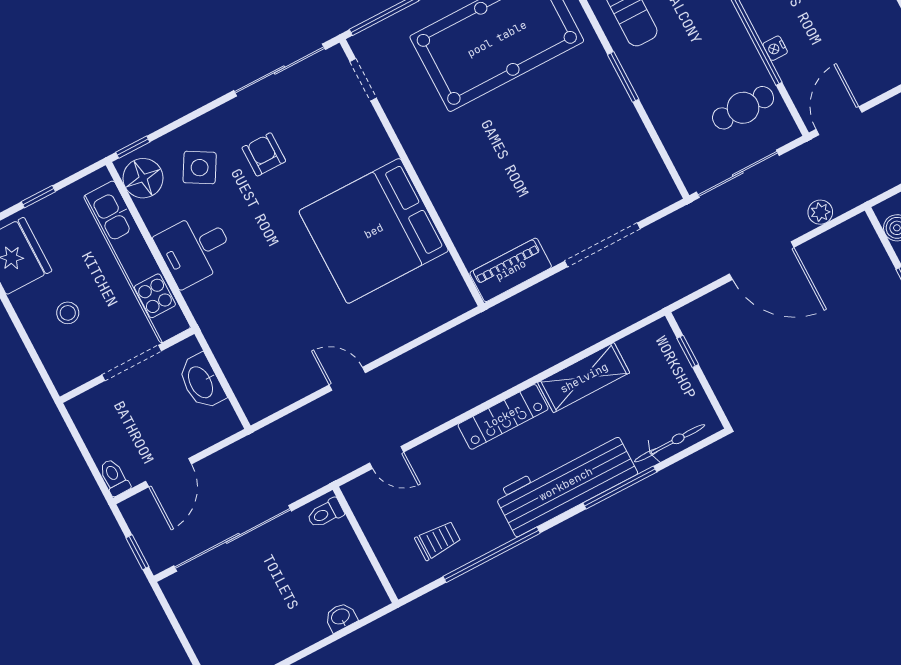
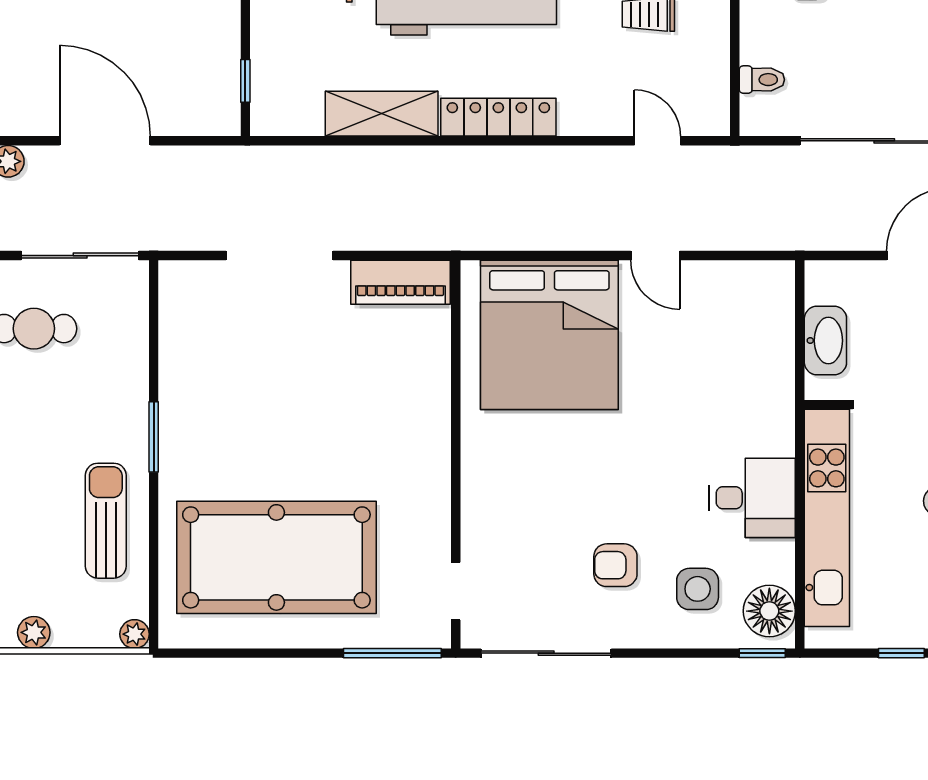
armchair: (264, 154) -> (615, 565), turned 90
side table: (200, 168) -> (698, 589), turned -30
bed: (374, 231) -> (549, 335), moved, turned 90
toilet: (325, 513) -> (762, 80), moved

